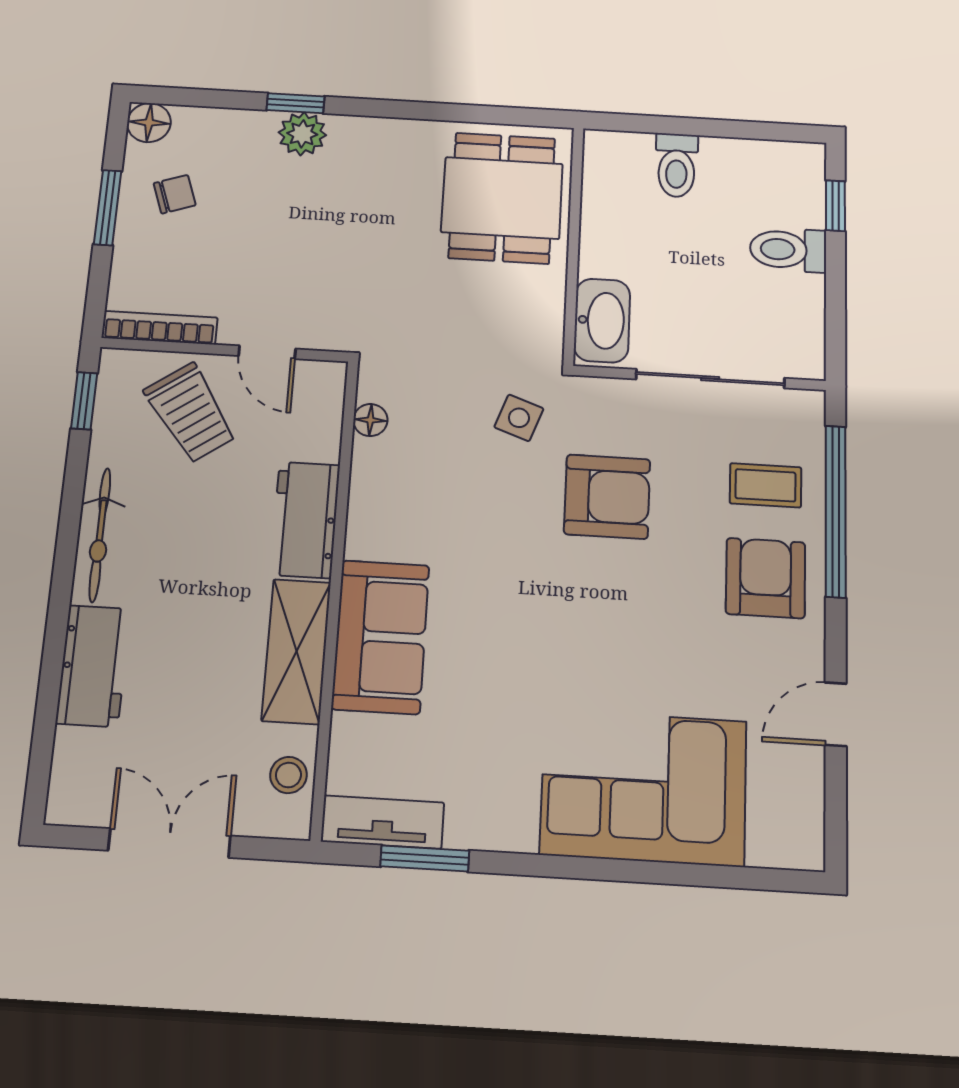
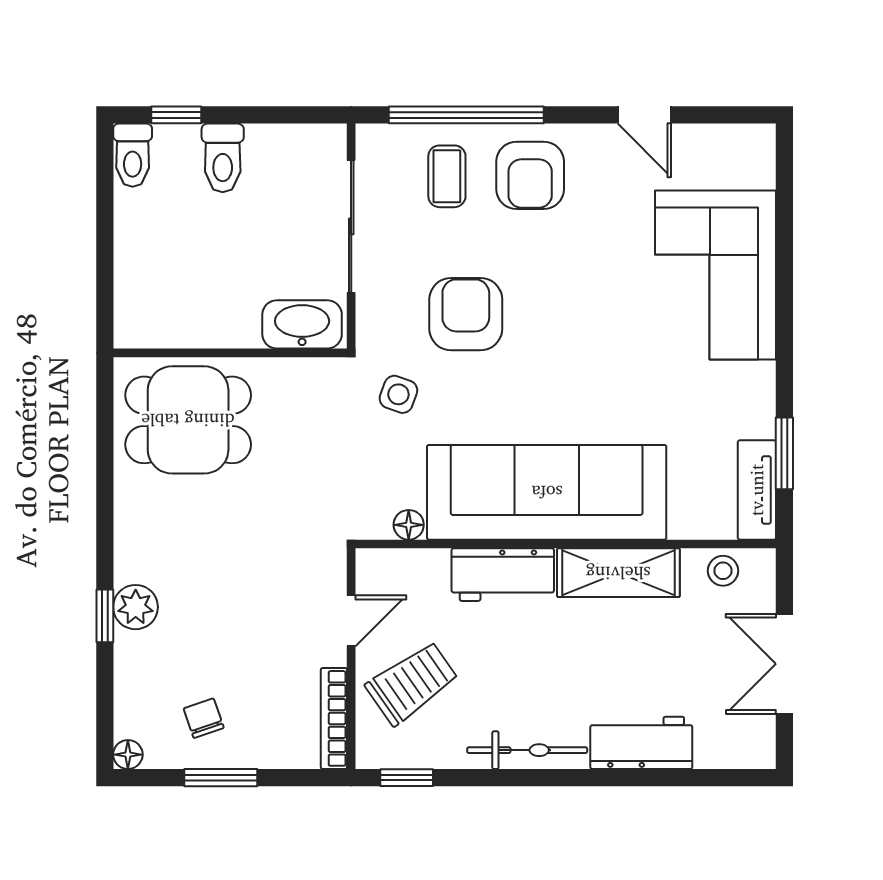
floor lamp: (149, 123) -> (128, 755), width x0.73, depth x0.73
toilet: (677, 165) -> (133, 155), moved, turned 90
armchair: (766, 578) -> (530, 175), turned -90
sofa: (381, 637) -> (547, 492), width x1.85, depth x1.27

